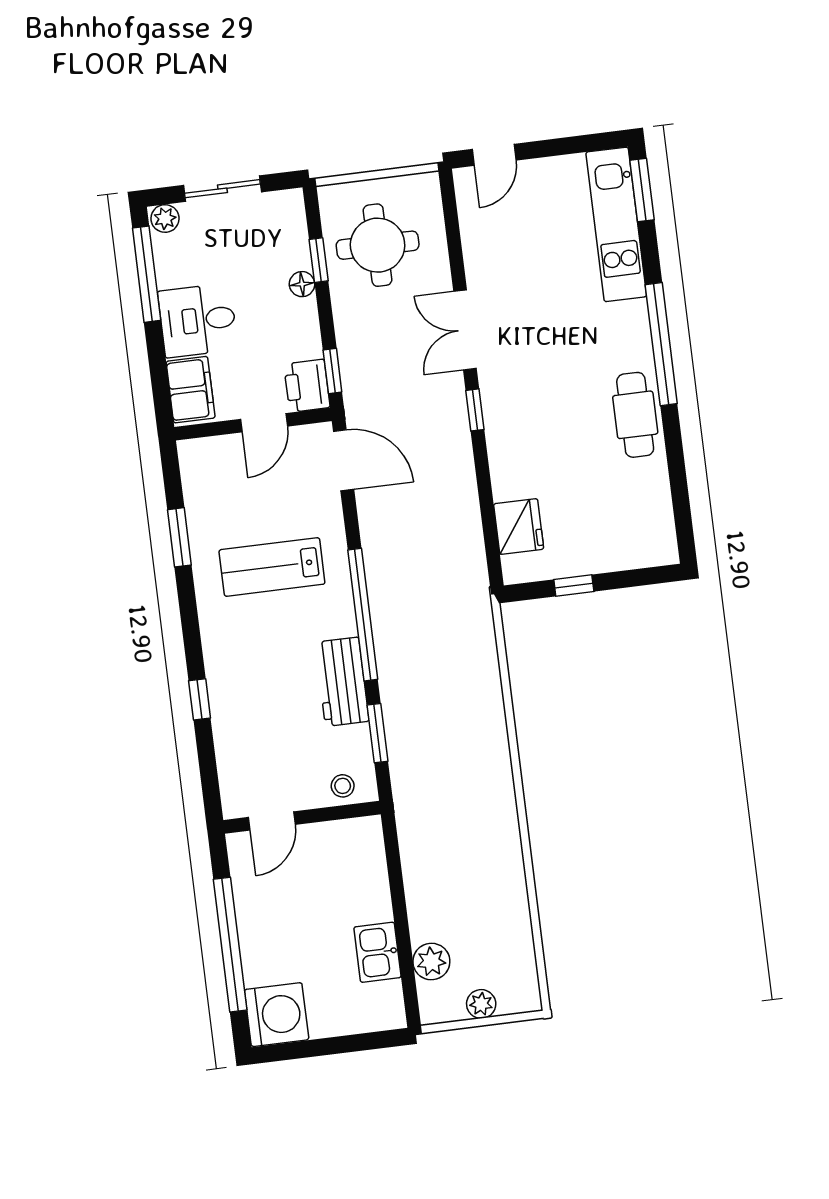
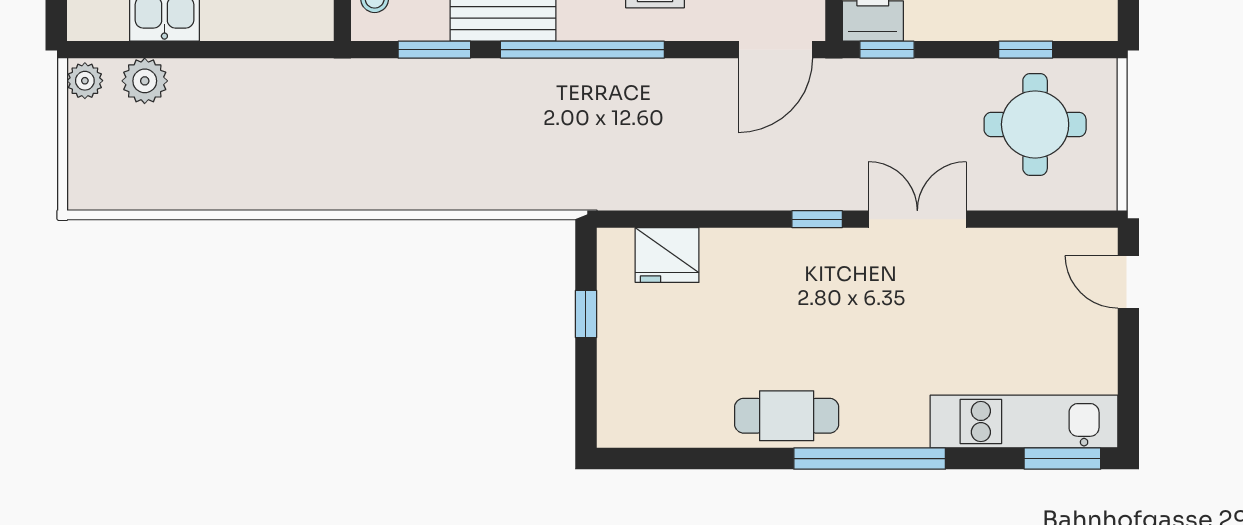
floor lamp: (302, 284) -> (999, 25), removed
plant: (481, 1004) -> (85, 81), moved

